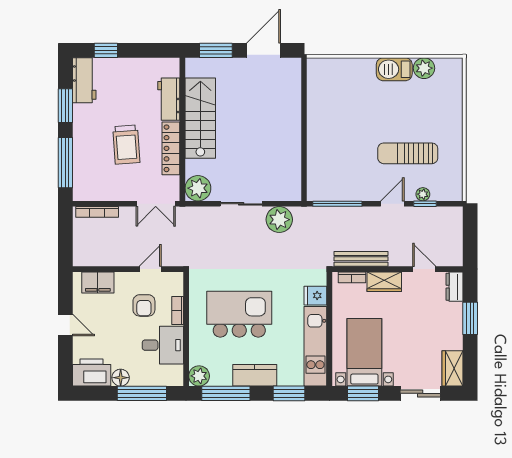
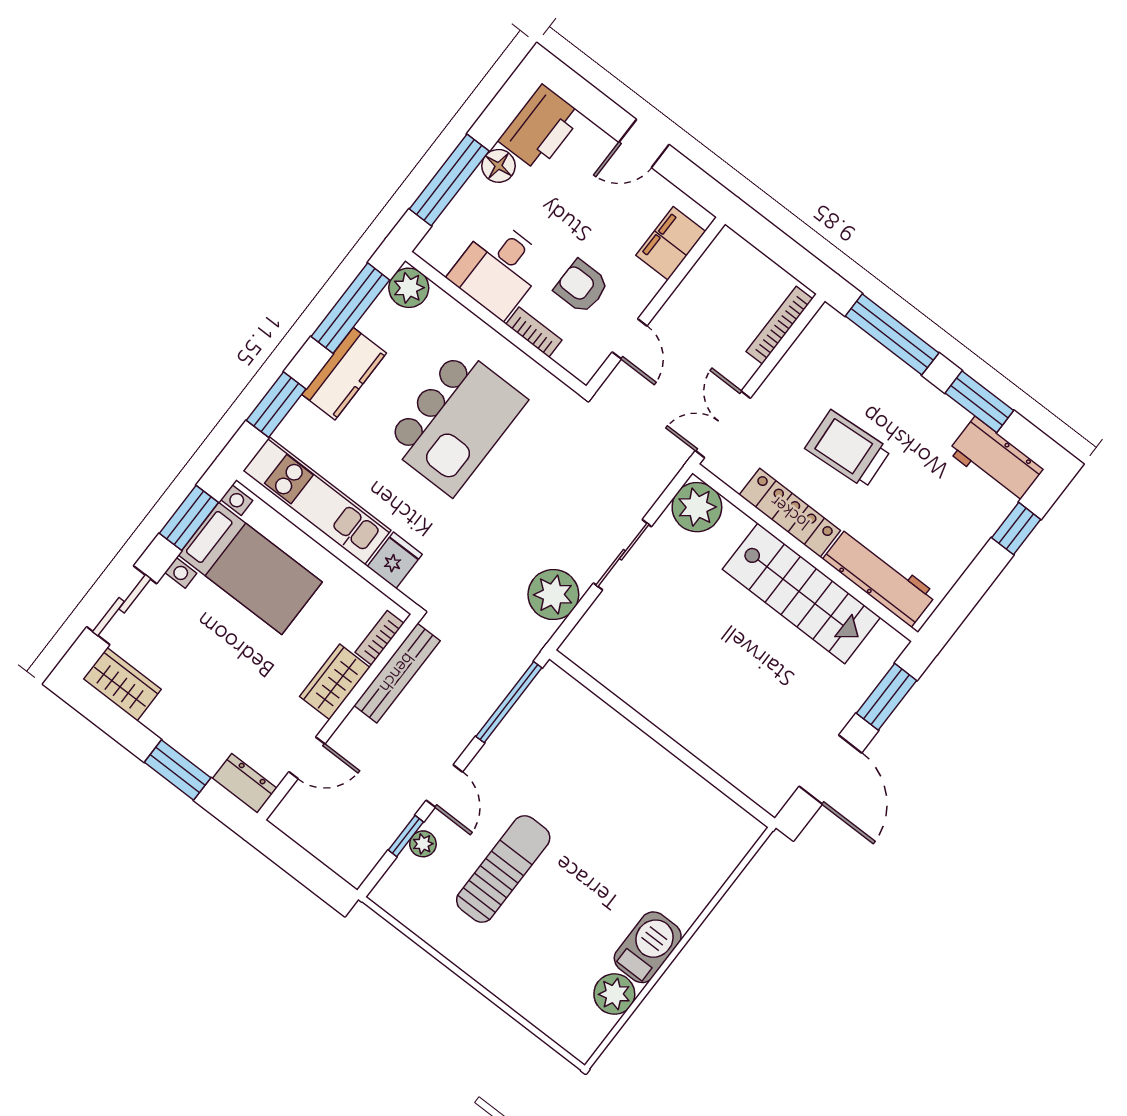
workbench: (169, 99) -> (880, 577), width x1.38

